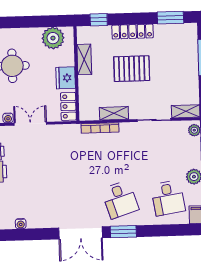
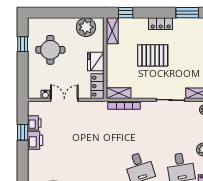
locker: (133, 32) -> (161, 24), width x0.66
shelving: (84, 59) -> (112, 31), moved
shelving: (114, 113) -> (119, 93), moved

